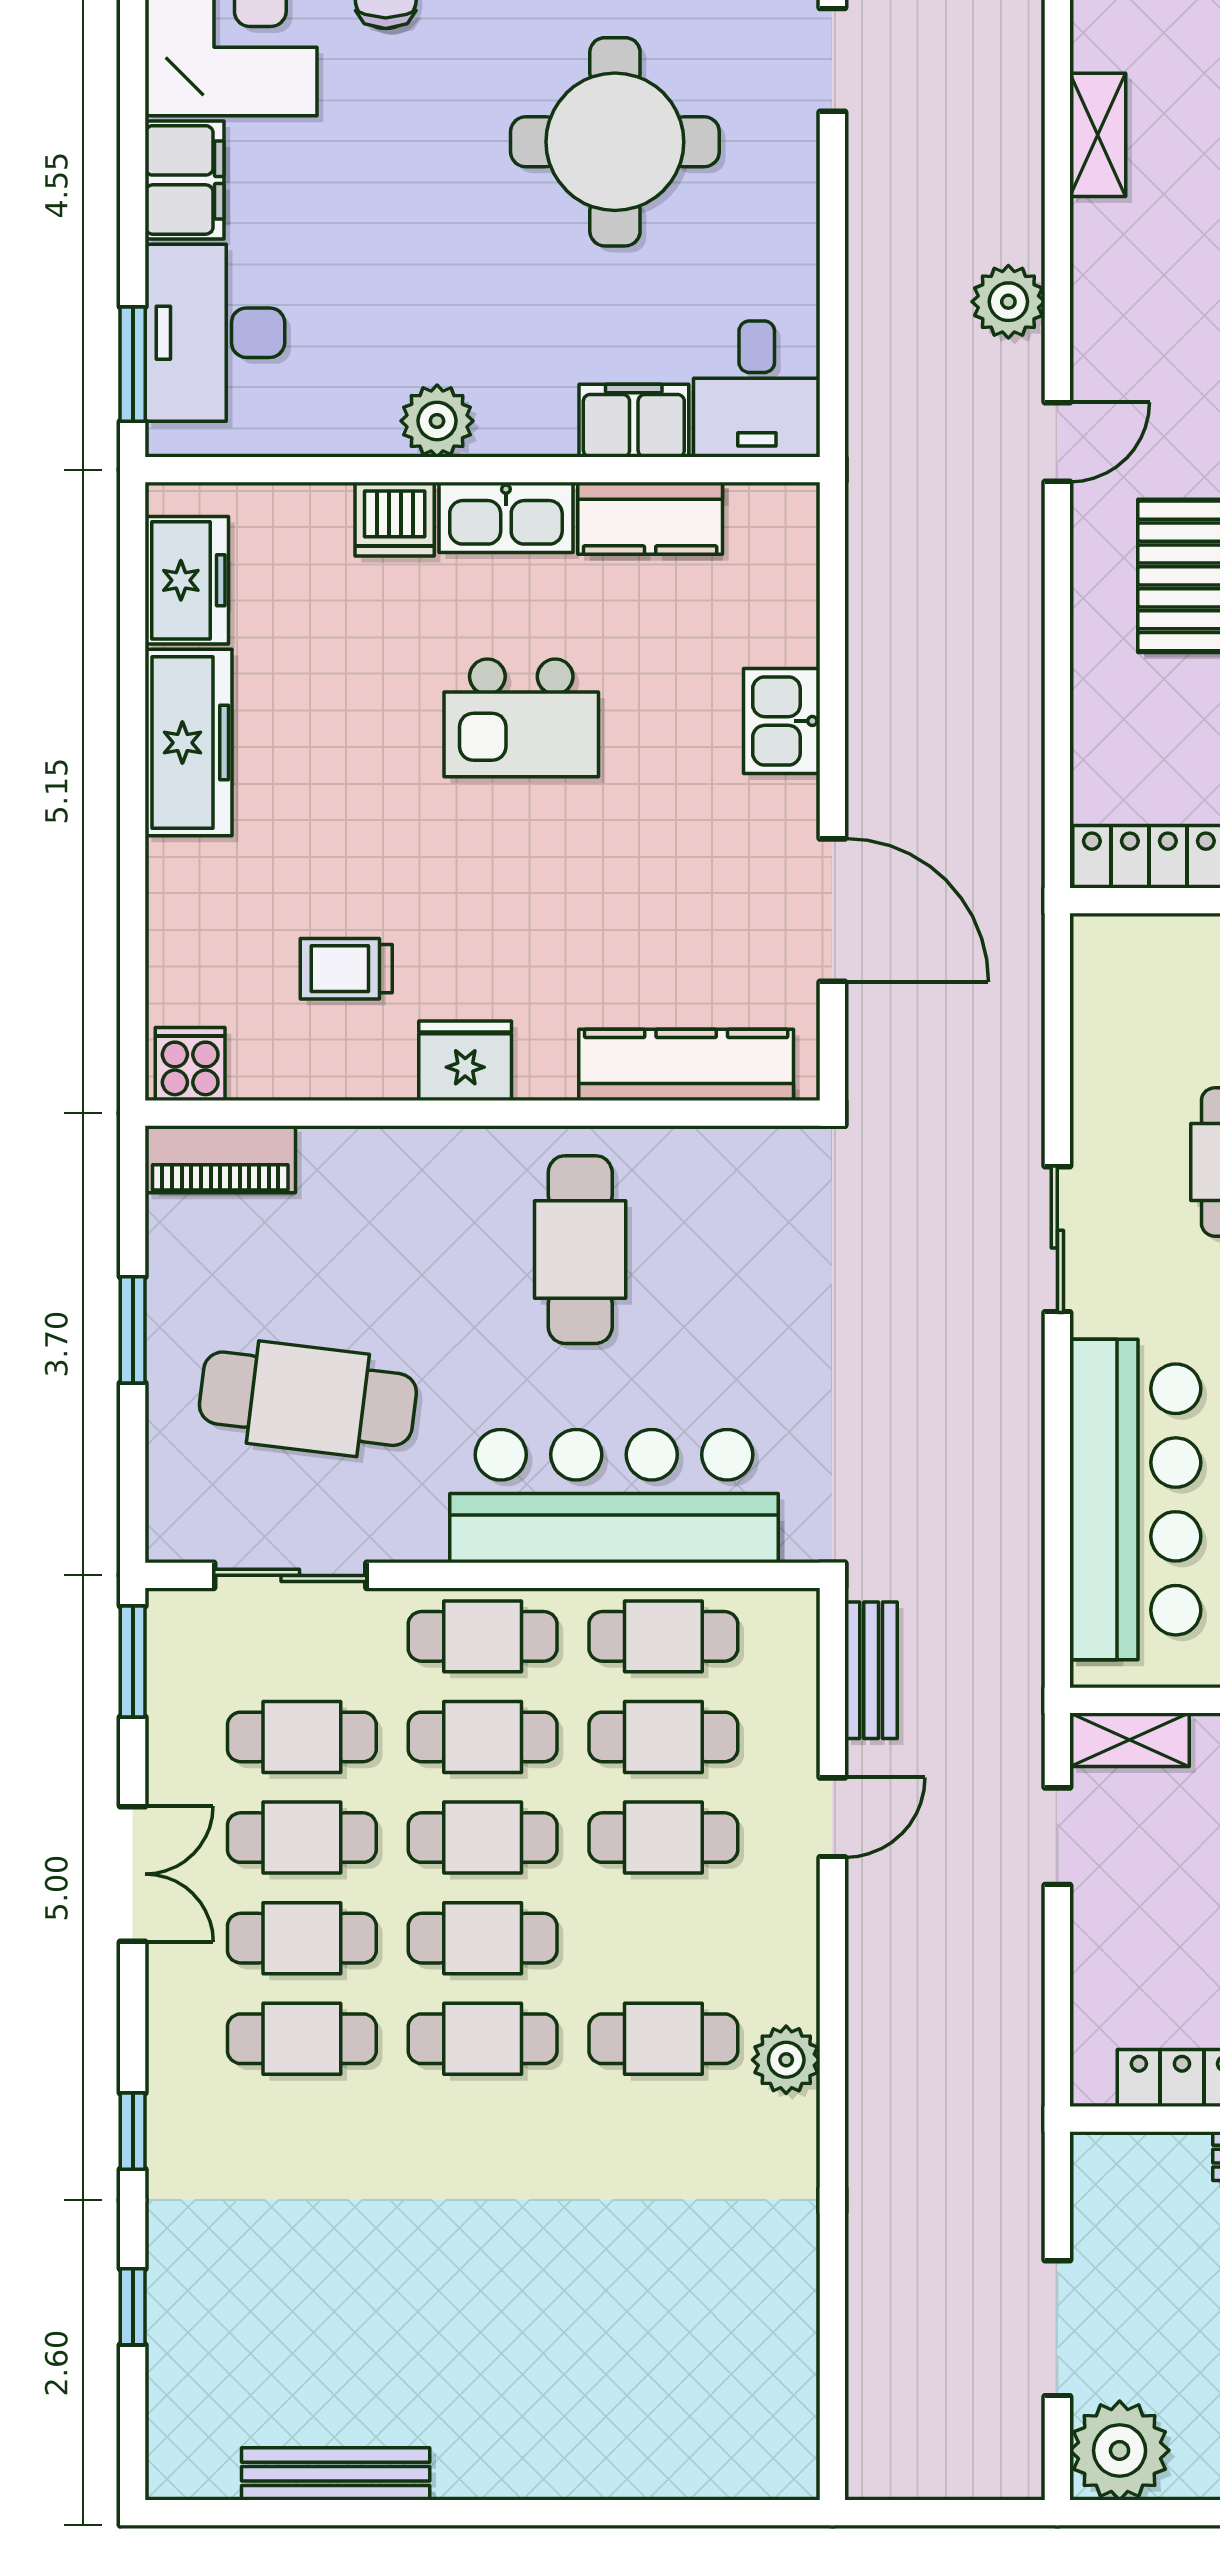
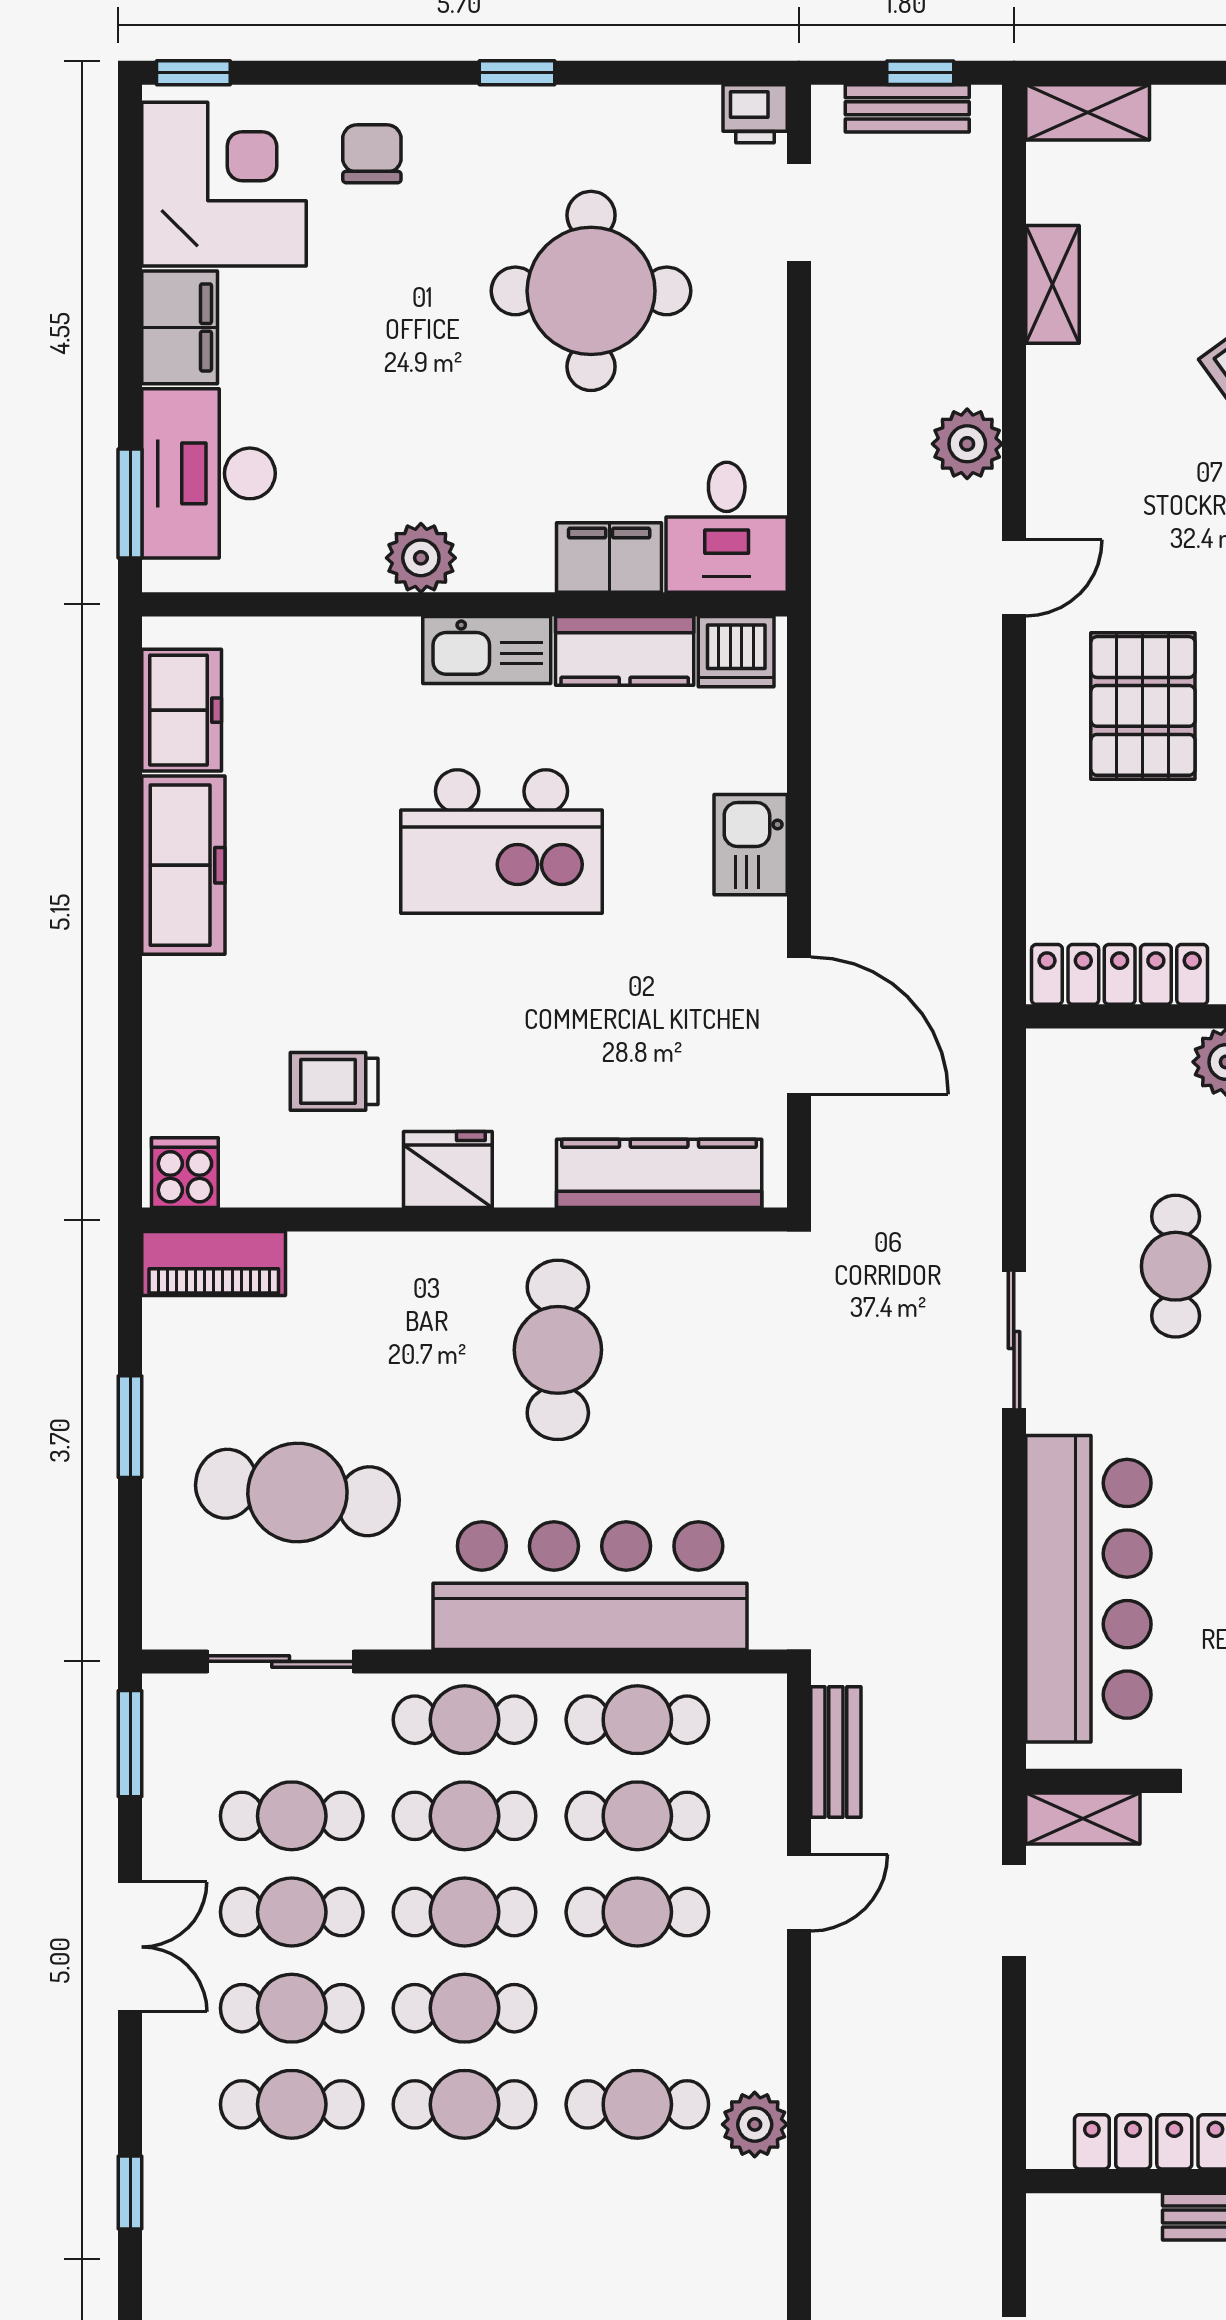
dishwasher: (395, 519) -> (736, 652), moved
kitchen island: (521, 718) -> (501, 842), width x1.37, depth x1.28

